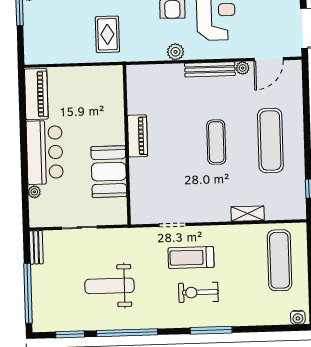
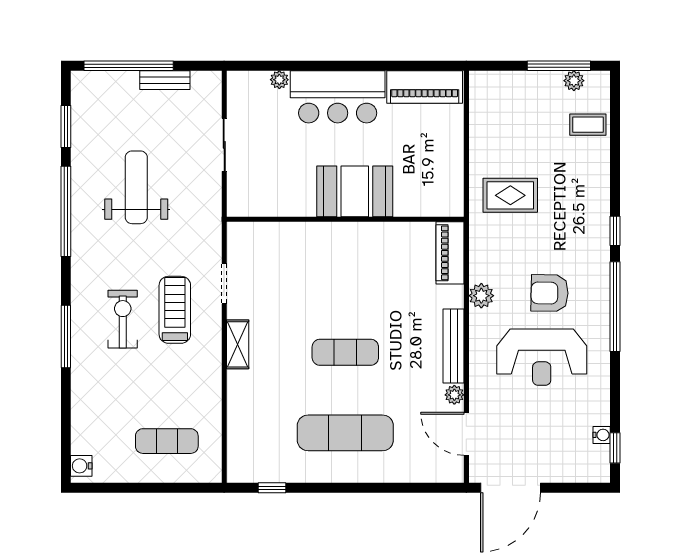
piano: (138, 136) -> (450, 253), moved, turned 90
booth: (109, 172) -> (355, 191), moved
shelving: (248, 214) -> (238, 344), moved
bench: (36, 247) -> (165, 80), moved
exercise mat: (279, 260) -> (167, 441), width x0.73, depth x0.69

